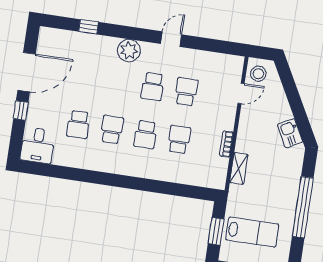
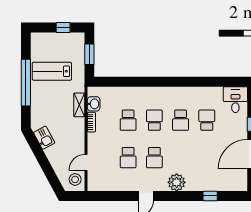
school desk: (153, 87) -> (154, 158), turned 180
washbasin: (220, 167) -> (94, 104), added
lab bench: (252, 232) -> (52, 71), moved

